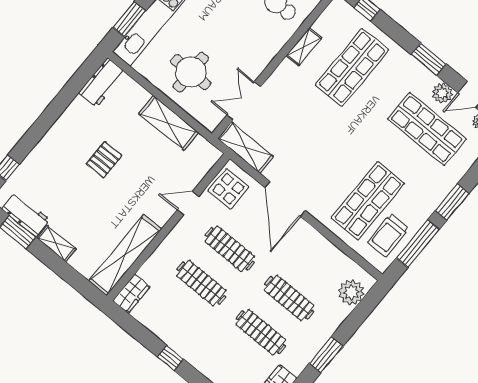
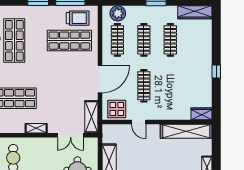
shelving: (304, 47) -> (36, 128), moved
clothes rail: (201, 283) -> (117, 40), moved

